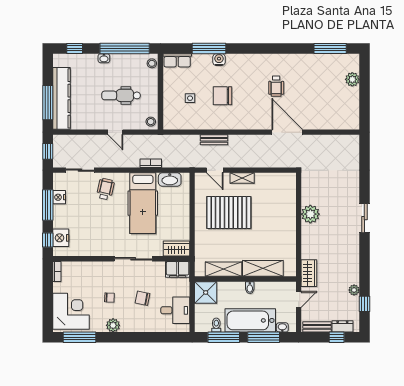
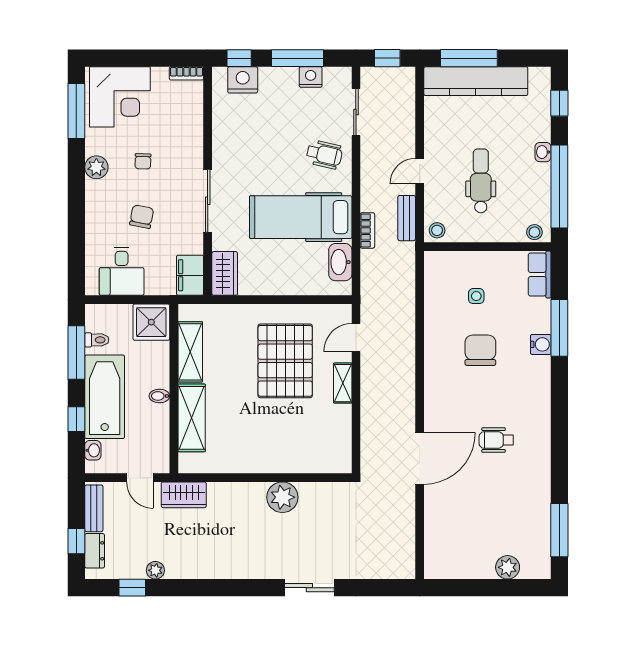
bench: (214, 140) -> (407, 218), moved
sliding door: (364, 218) -> (309, 588), moved
window: (264, 337) -> (76, 419), width x0.46

